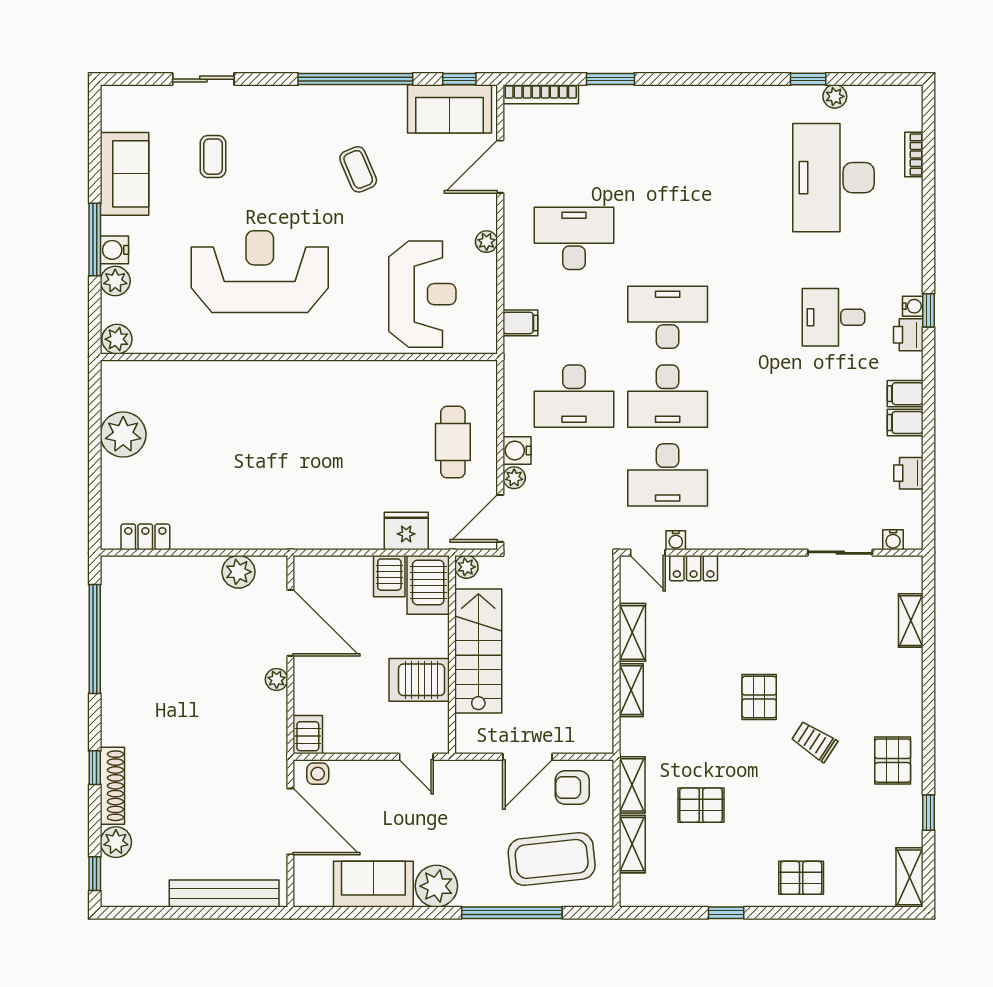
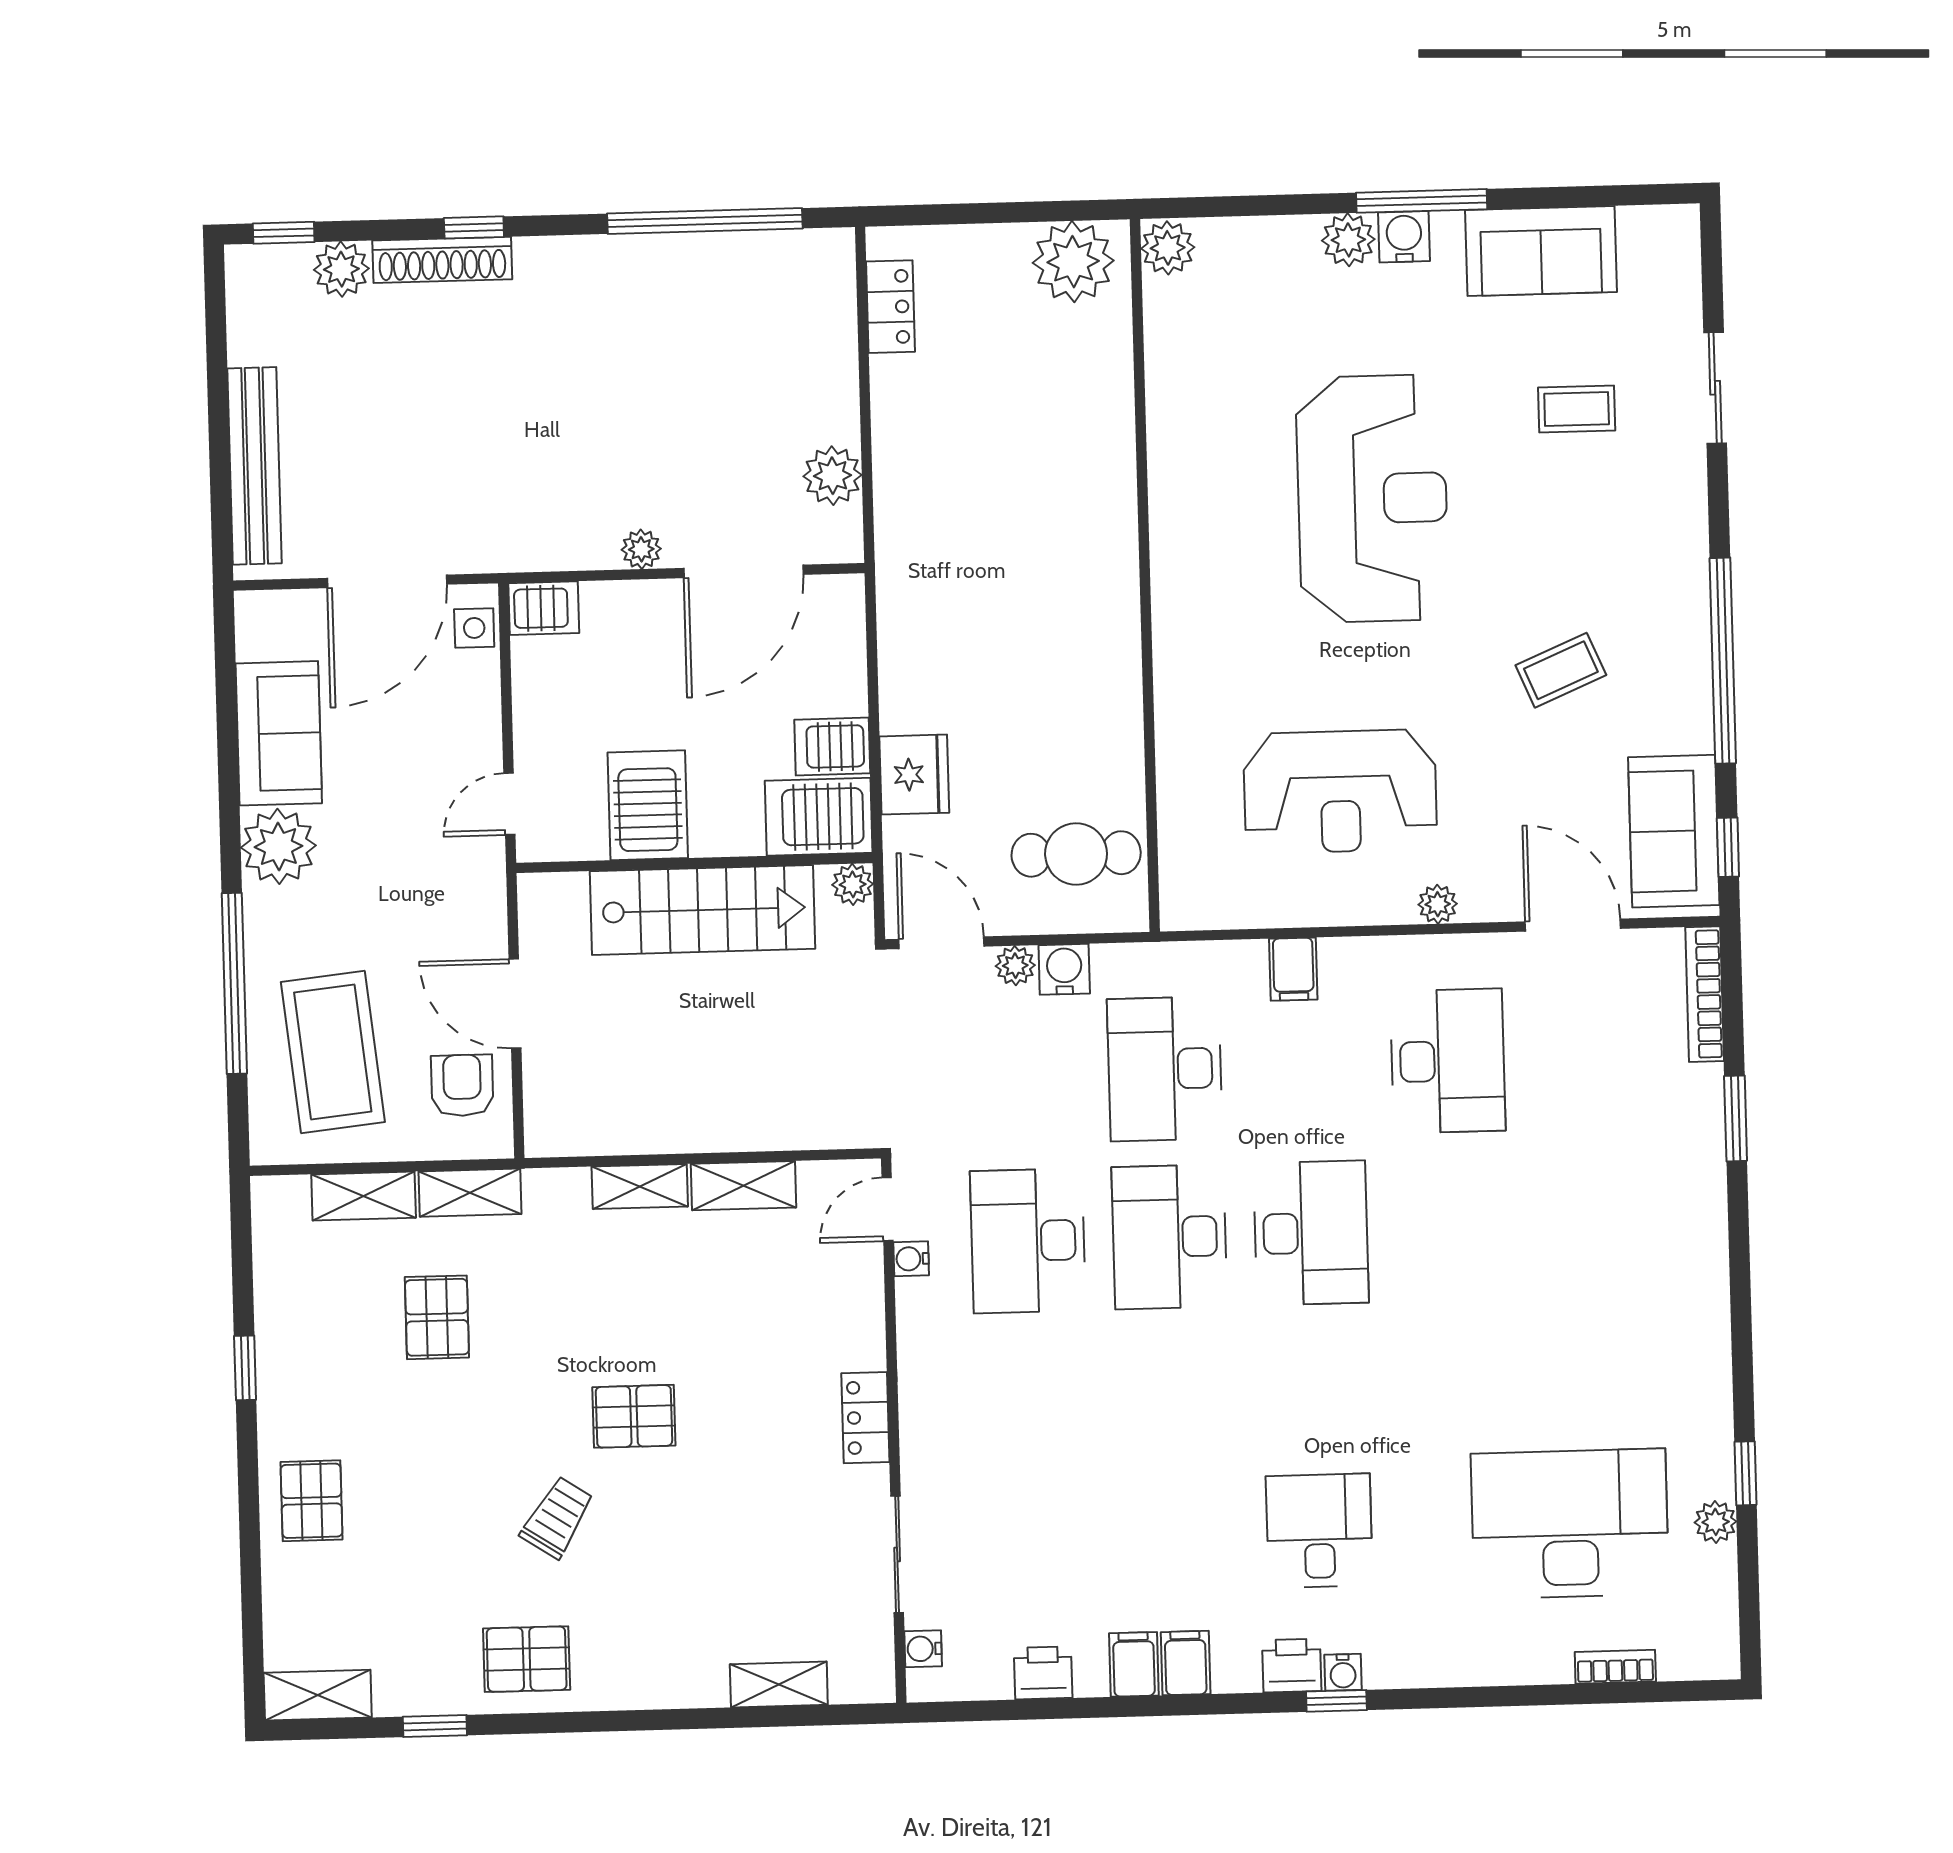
plant: (117, 339) -> (1168, 248), moved
wall: (299, 357) -> (1145, 575), moved
locker: (694, 568) -> (865, 1418), moved

